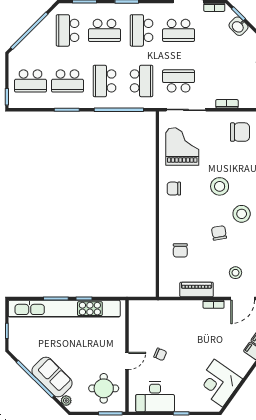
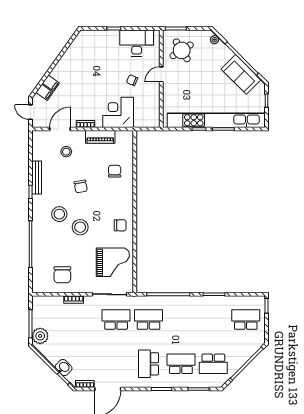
school desk: (68, 30) -> (213, 364), turned 90
school desk: (142, 30) -> (149, 364), turned 180
school desk: (179, 30) -> (116, 364), removed
school desk: (68, 81) -> (213, 320), removed
school desk: (105, 81) -> (181, 320), removed
school desk: (142, 81) -> (149, 320), turned 90
school desk: (179, 81) -> (116, 320), turned 180
chair: (240, 132) -> (62, 275), turned -90
grand piano: (182, 146) -> (113, 262), turned -90
stool: (242, 214) -> (59, 214), moved
sofa: (52, 377) -> (241, 74), moved
corner desk: (218, 383) -> (118, 112), moved, turned -125
round table: (104, 388) -> (182, 50), turned -32

